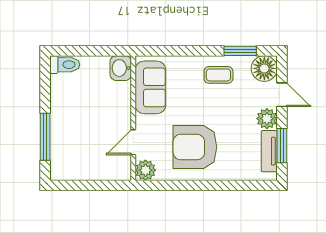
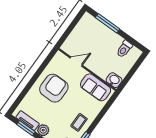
toilet: (65, 65) -> (124, 49), moved
door: (133, 142) -> (76, 62), hinge flipped
plant: (145, 170) -> (59, 58), removed

